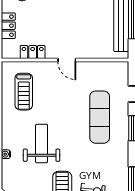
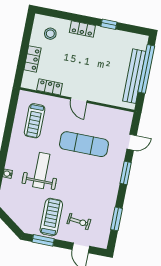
exercise mat: (100, 117) -> (84, 144), moved, turned 90

